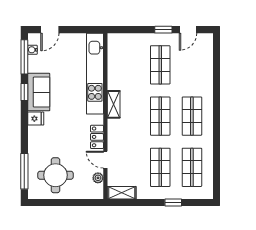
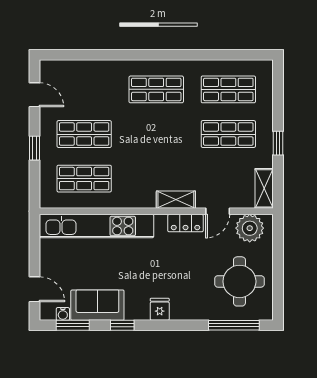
window: (163, 30) -> (34, 148), moved
window: (24, 57) -> (73, 325), width x0.69
sofa: (39, 92) -> (97, 305), moved
shelving: (114, 104) -> (176, 200), moved
shop shelf: (160, 116) -> (84, 179), moved
plant: (98, 178) -> (250, 228), width x1.87, depth x1.87
window: (173, 203) -> (278, 143), moved

